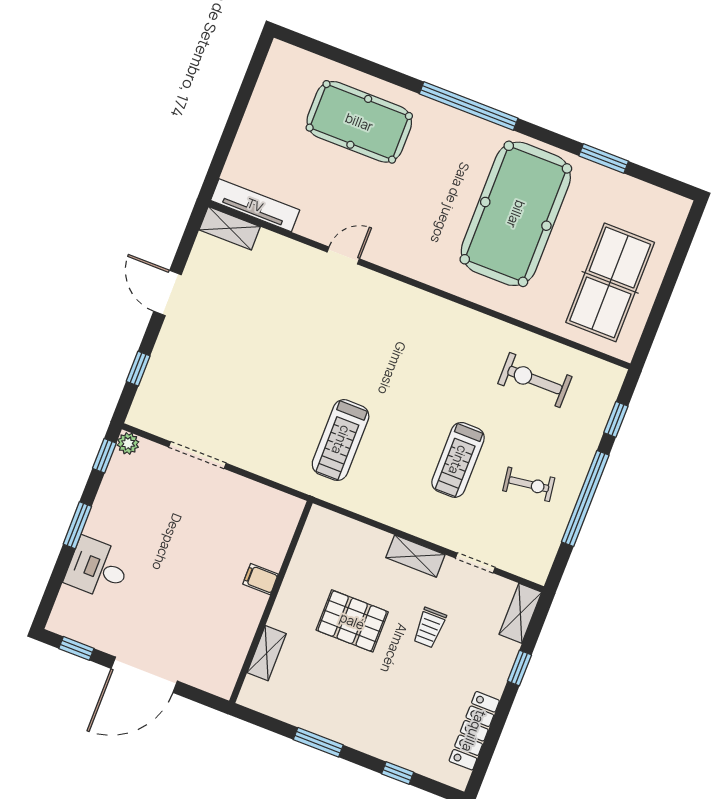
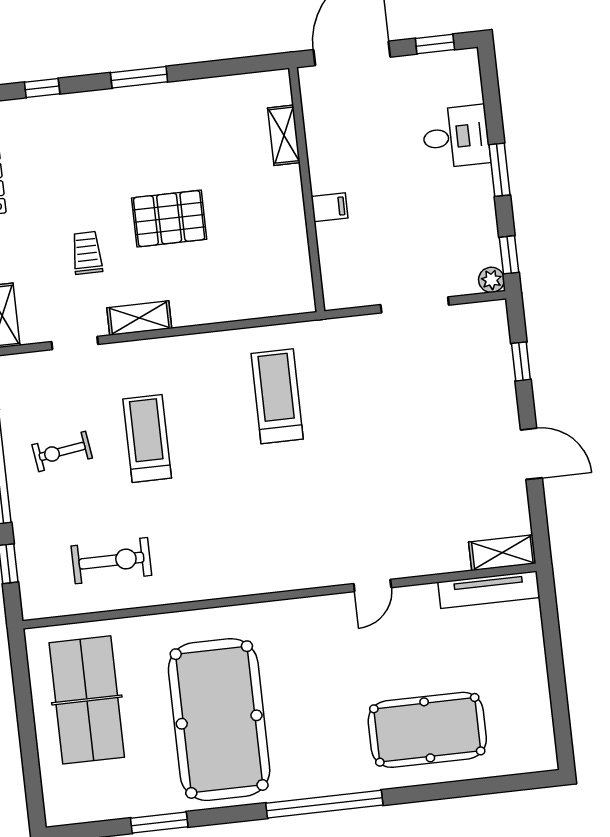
filing cabinet: (260, 579) -> (330, 207), moved
wall: (271, 602) -> (307, 190), moved
shelving: (267, 653) -> (284, 135), moved

